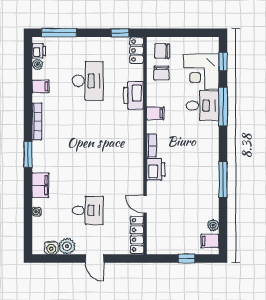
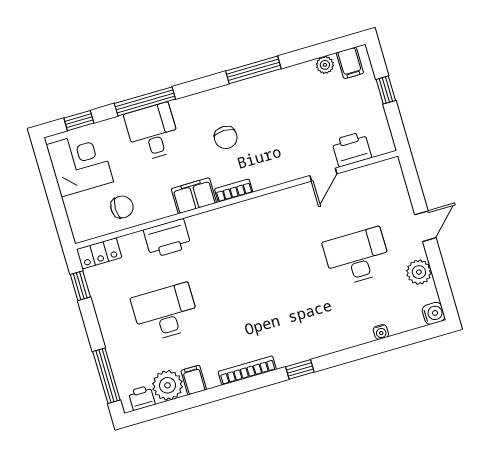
chair: (162, 51) -> (226, 137), moved
plant: (37, 64) -> (168, 385), width x1.88, depth x1.88
corner desk: (201, 72) -> (80, 163), moved, turned -90
filing cabinet: (155, 113) -> (194, 196), width x2.00
window: (28, 154) -> (300, 369), width x0.67
printer: (156, 169) -> (352, 149), moved
filing cabinet: (40, 185) -> (340, 338), removed
desk: (88, 210) -> (357, 257), width x1.37
locker: (137, 235) -> (372, 174), removed
water cooler: (51, 248) -> (433, 313), moved

